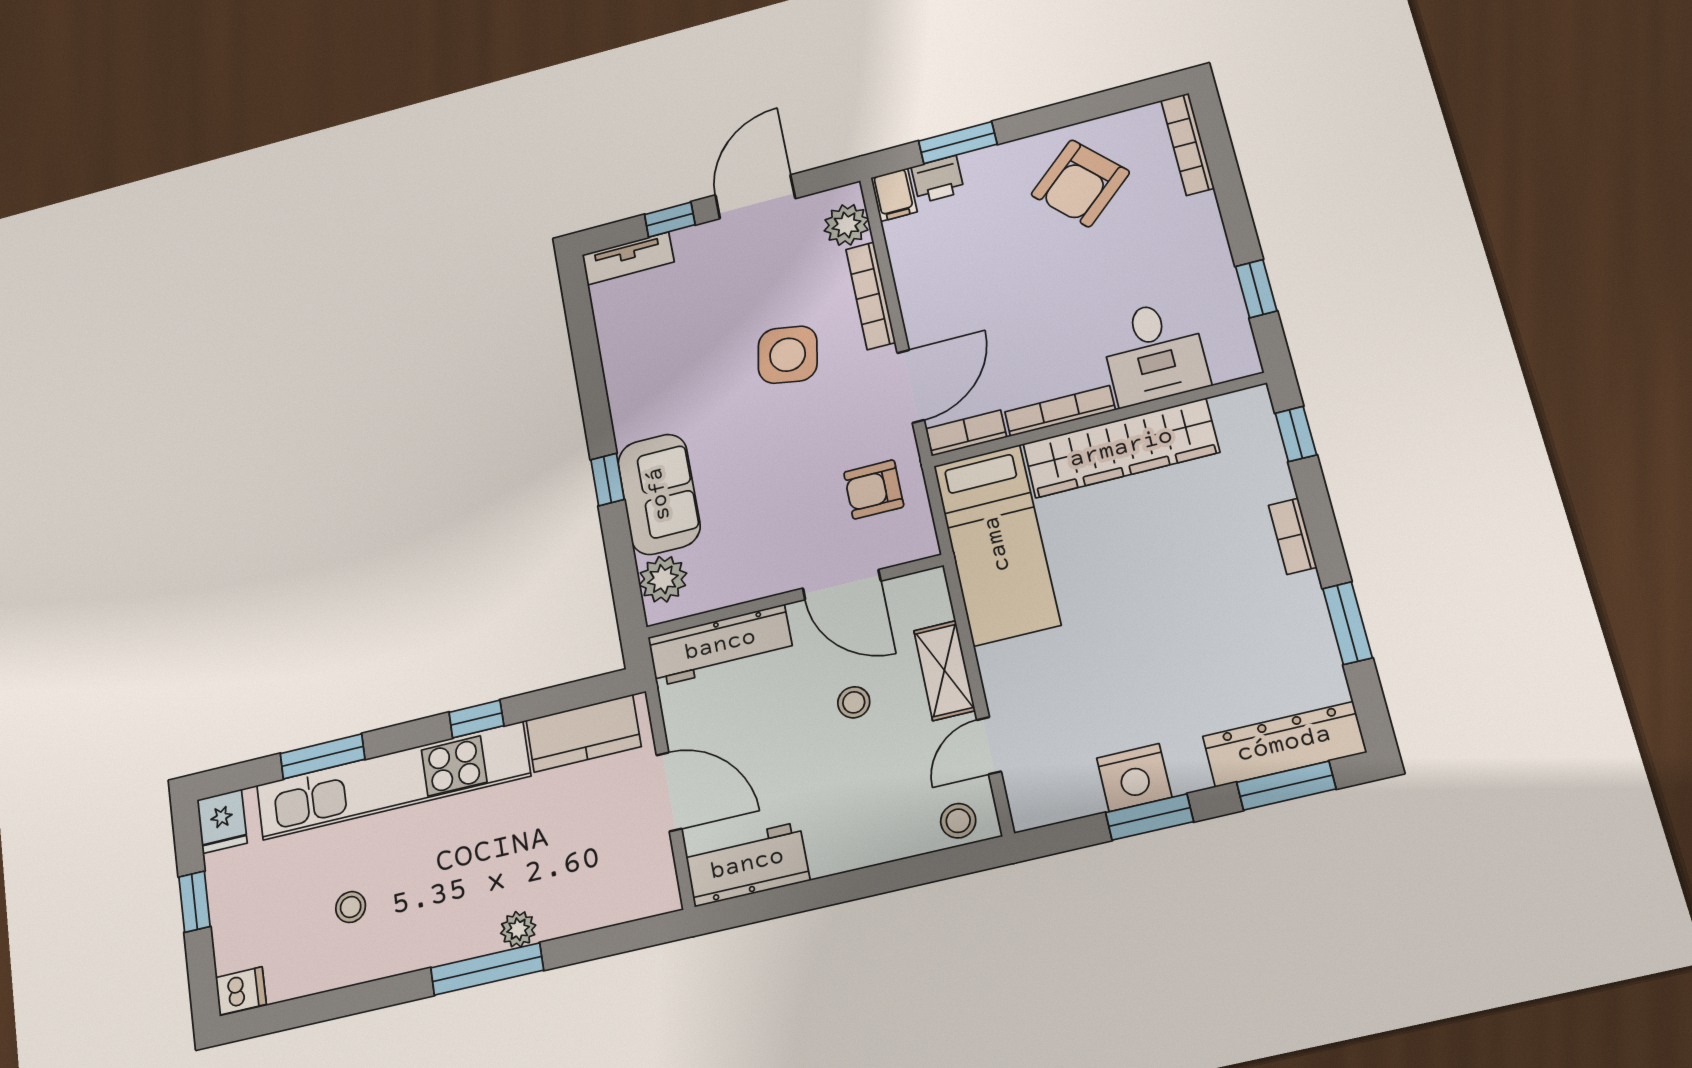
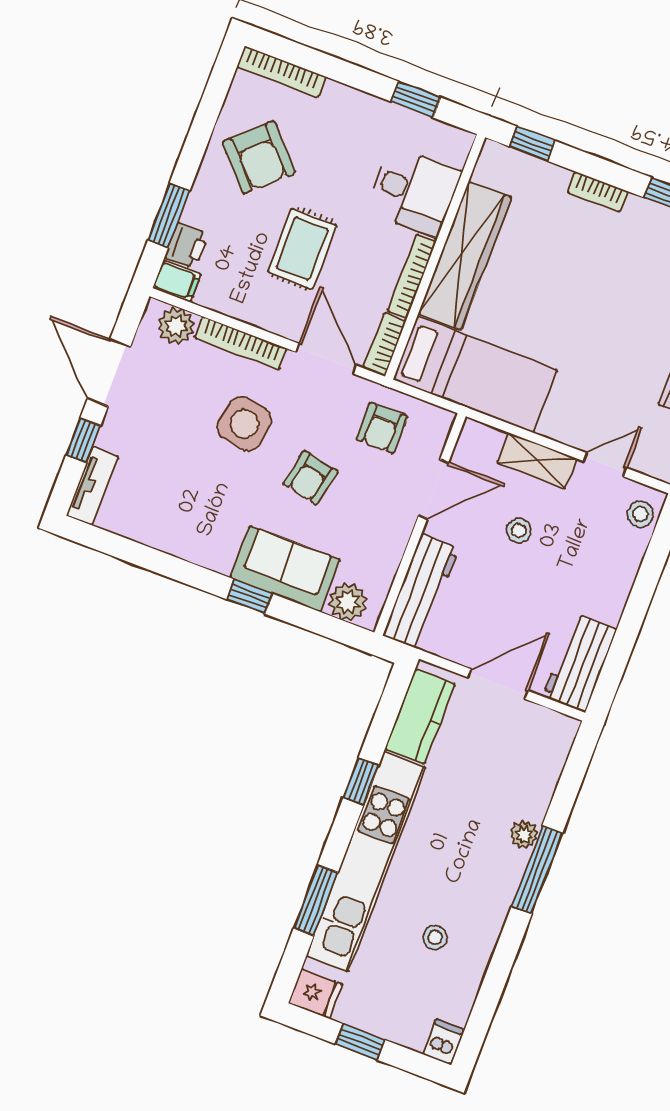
rug: (1013, 287) -> (302, 249), added
armchair: (773, 455) -> (310, 478), added
door: (989, 746) -> (605, 465), swing flipped

